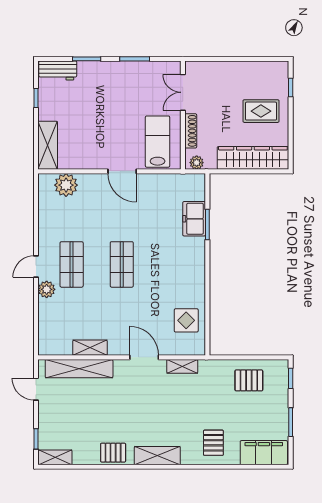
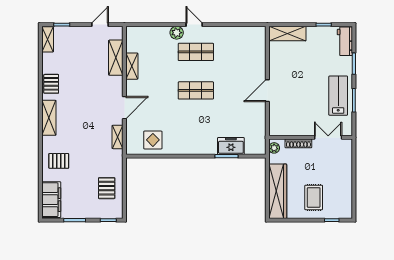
lab bench: (158, 142) -> (338, 96), moved, turned -90
plant: (66, 185) -> (257, 48), removed
shelving: (79, 369) -> (116, 58), width x0.68

